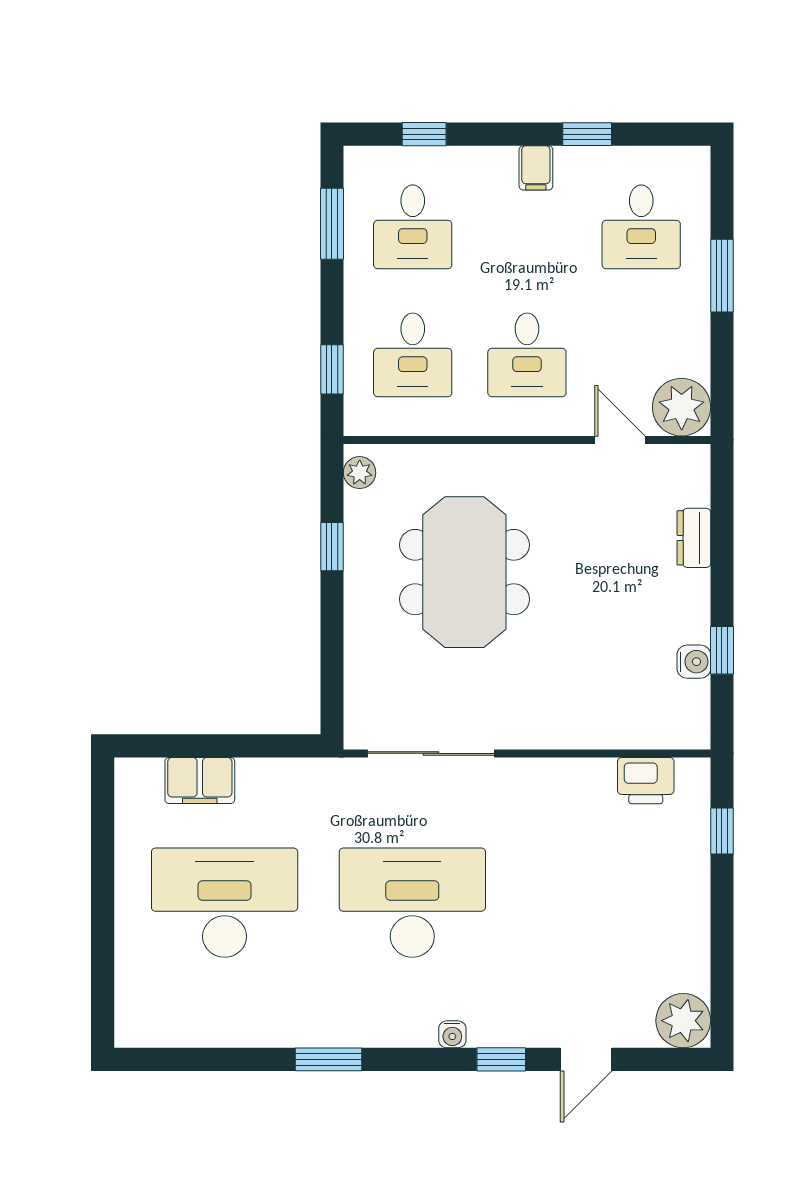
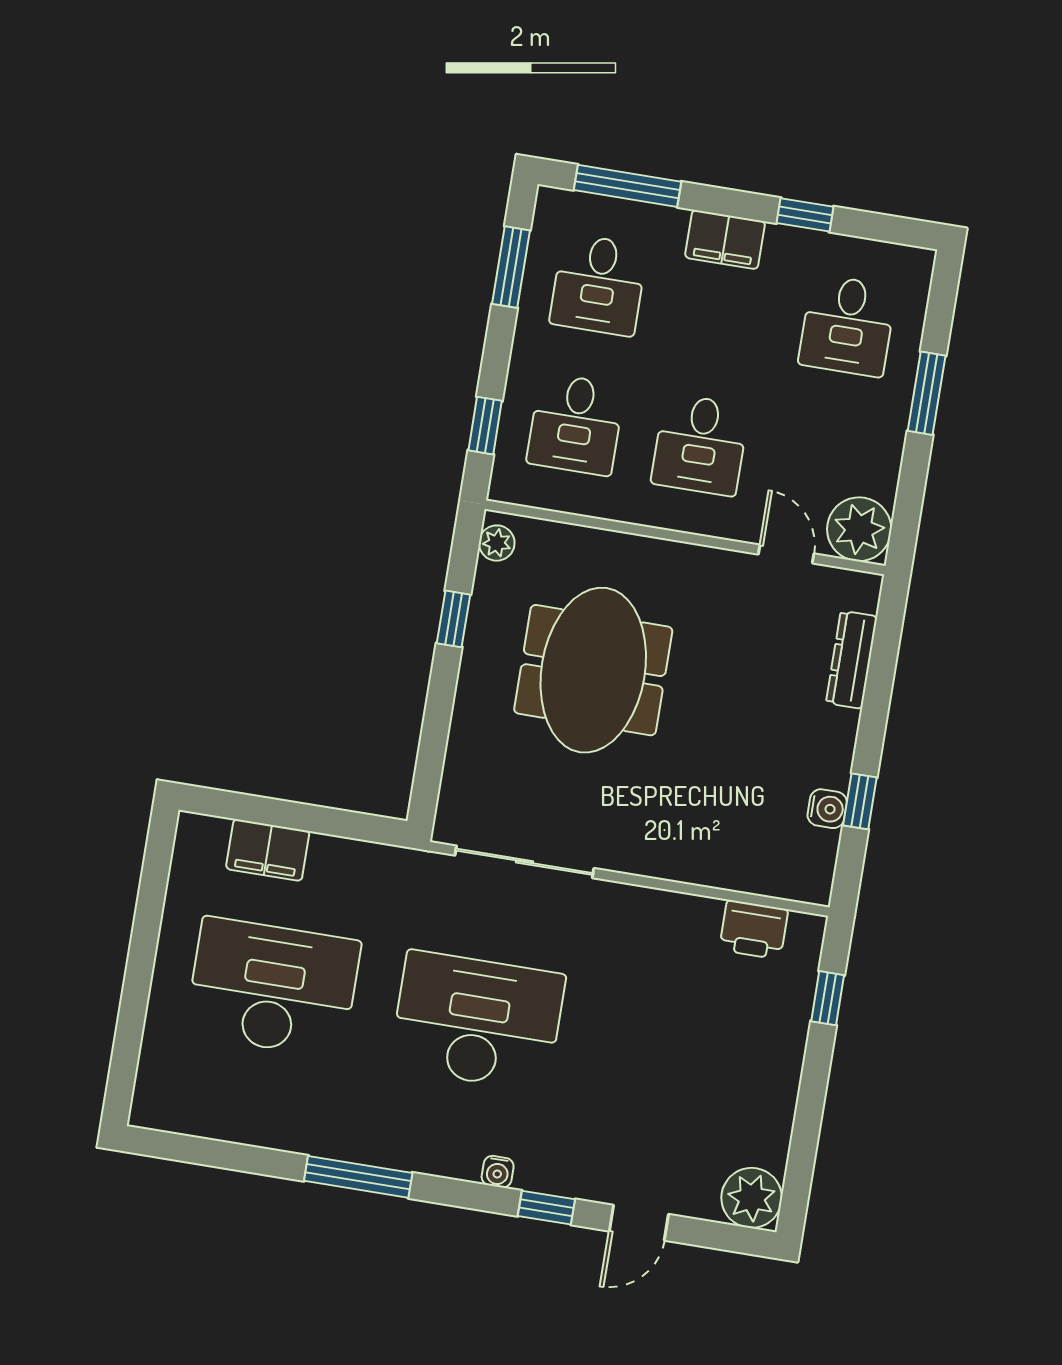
window: (424, 134) -> (628, 186), width x2.17
filing cabinet: (536, 168) -> (725, 239), width x2.00
dresser: (694, 538) -> (852, 660), width x1.44
window: (328, 1059) -> (358, 1177), width x1.44

